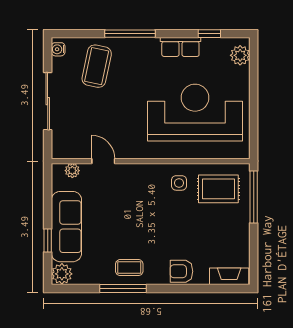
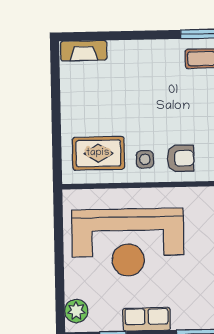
window: (254, 197) -> (57, 145), removed
armchair: (181, 271) -> (181, 158), moved

